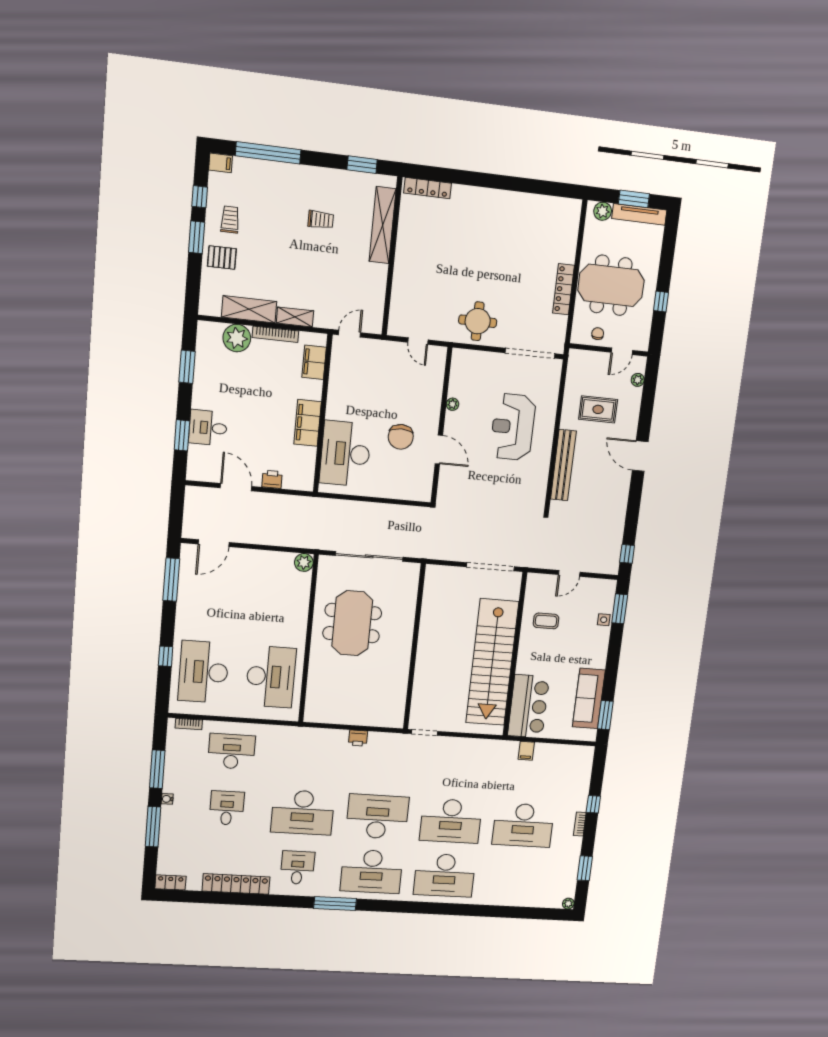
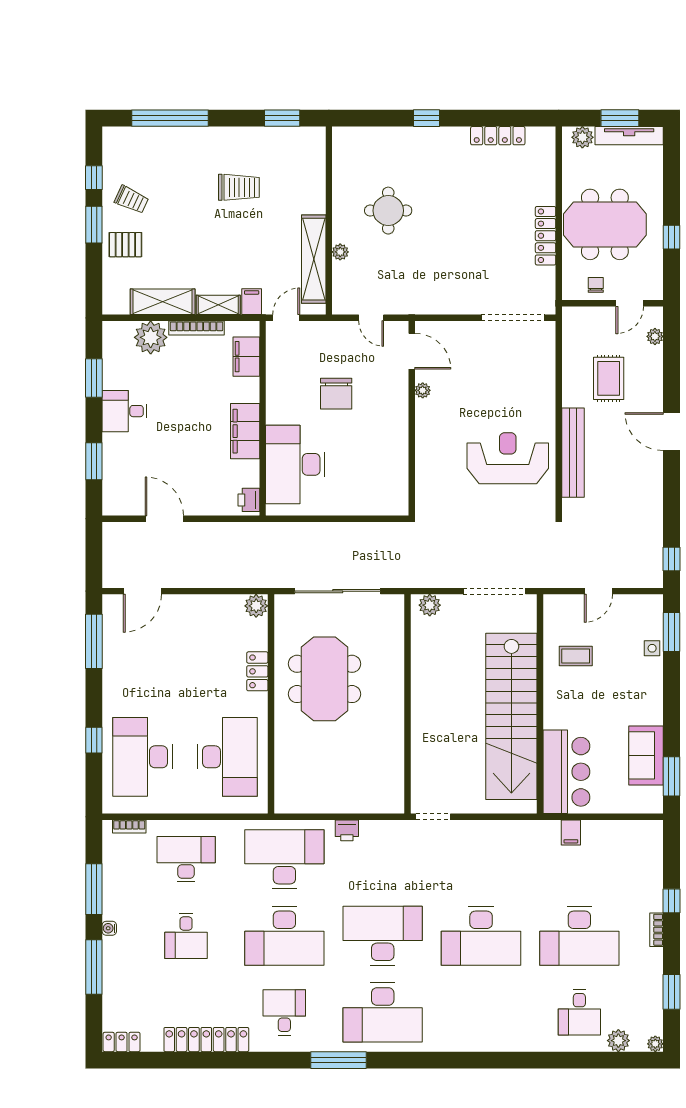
filing cabinet: (221, 163) -> (252, 302), moved, turned -90
window: (480, 179) -> (427, 118), added
locker: (428, 188) -> (498, 136), moved
trolley: (230, 220) -> (132, 200), turned 115
trolley: (321, 220) -> (239, 187), width x1.36, depth x1.39
shelving: (383, 225) -> (314, 259), moved
plant: (399, 284) -> (340, 252), added
round table: (478, 321) -> (388, 211), moved
rug: (598, 409) -> (609, 378), turned 90
reception desk: (513, 427) -> (508, 458), moved, turned 90
desk: (208, 428) -> (124, 411), moved
chair: (401, 437) -> (336, 394), moved
door: (439, 450) -> (412, 351), moved
printer: (272, 479) -> (249, 500), moved, turned -90
plant: (440, 573) -> (430, 605), added
locker: (300, 613) -> (257, 671), added
sofa: (589, 698) -> (646, 755), width x0.73
desk: (308, 756) -> (284, 859), added
desk: (227, 808) -> (186, 936), turned 180
desk: (445, 875) -> (579, 1012), moved, width x0.53, depth x0.77
plant: (542, 900) -> (618, 1041), added

